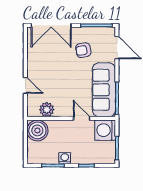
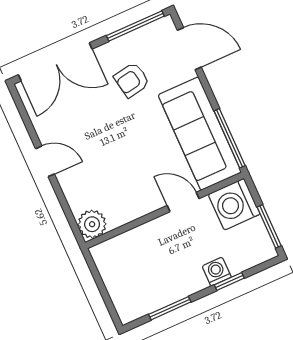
door: (25, 85) -> (45, 161), moved
plant: (47, 110) -> (92, 224), moved
boiler: (37, 130) -> (114, 259), removed
washing machine: (65, 158) -> (217, 272), moved

